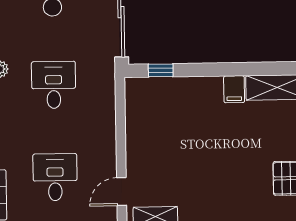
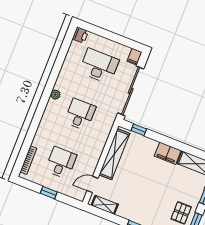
filing cabinet: (234, 89) -> (168, 153), width x2.00
shelving: (137, 127) -> (114, 154), added

